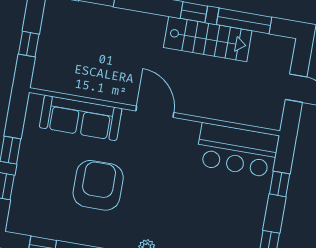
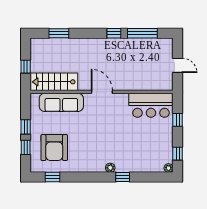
stairs: (208, 39) -> (54, 82), moved, turned 180
armchair: (98, 185) -> (54, 148), moved, turned 180

